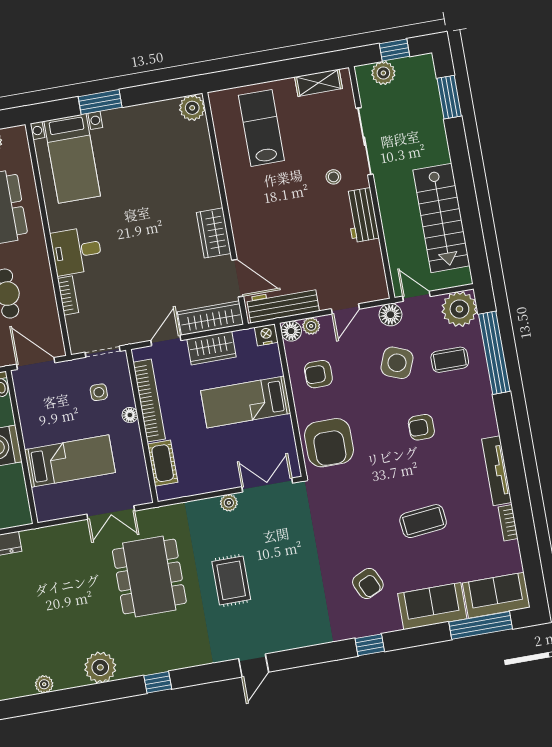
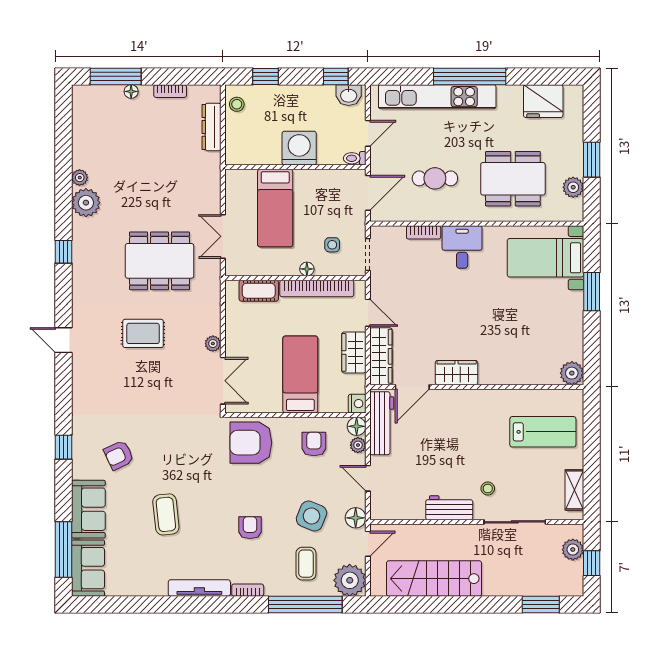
bookcase: (508, 523) -> (248, 590), moved
plant: (44, 684) -> (80, 178), moved

